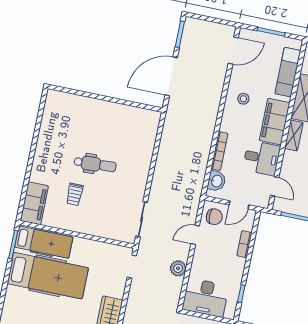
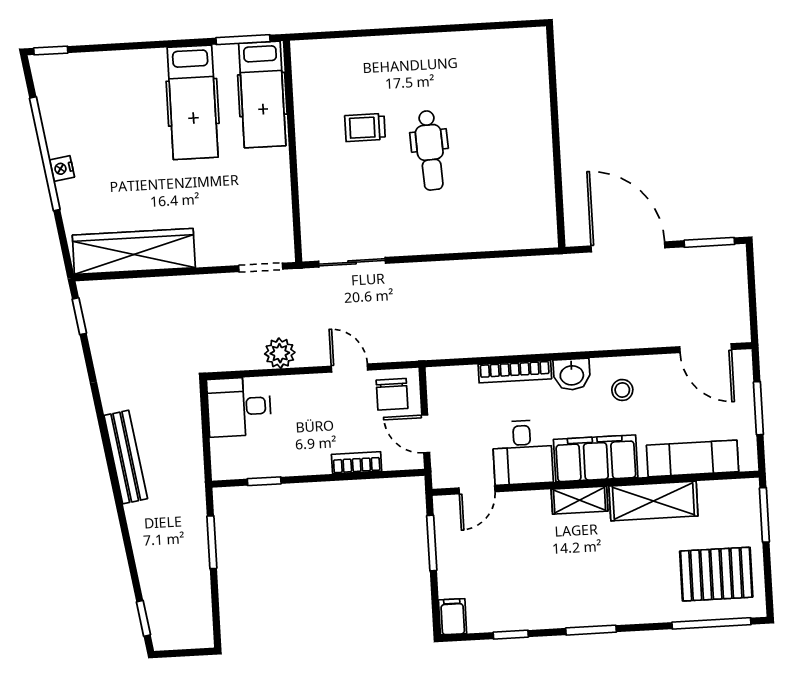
washbasin: (216, 181) -> (572, 374), moved
filing cabinet: (34, 203) -> (329, 58), removed
hospital bed: (48, 276) -> (193, 102), width x0.73, depth x0.78
desk: (205, 298) -> (239, 407), width x0.73

